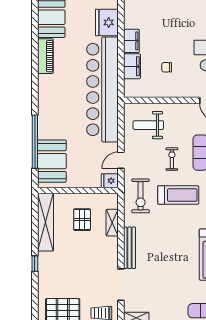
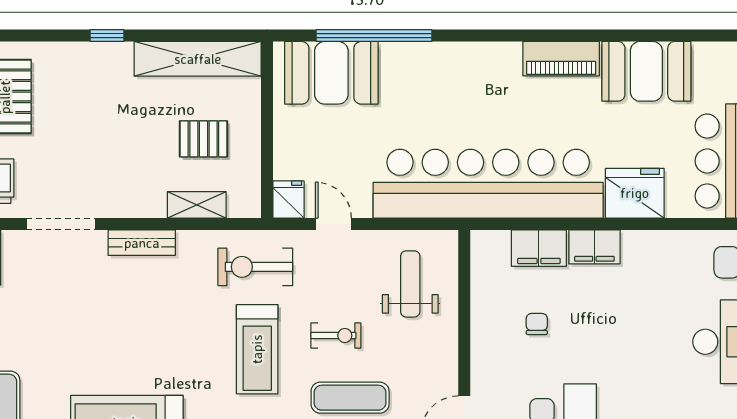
bench: (129, 248) -> (142, 243), width x0.73

